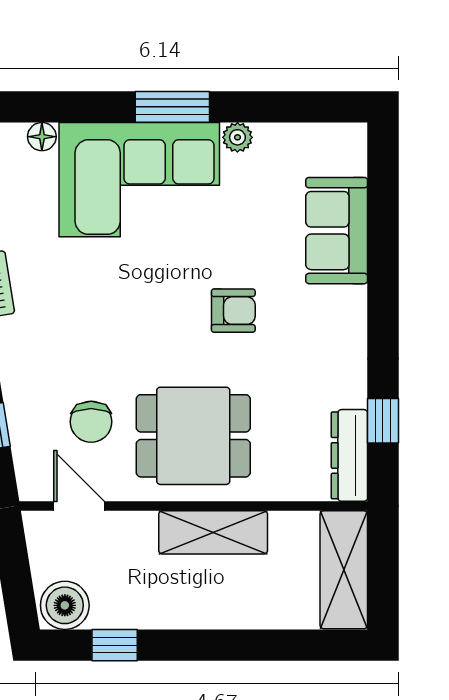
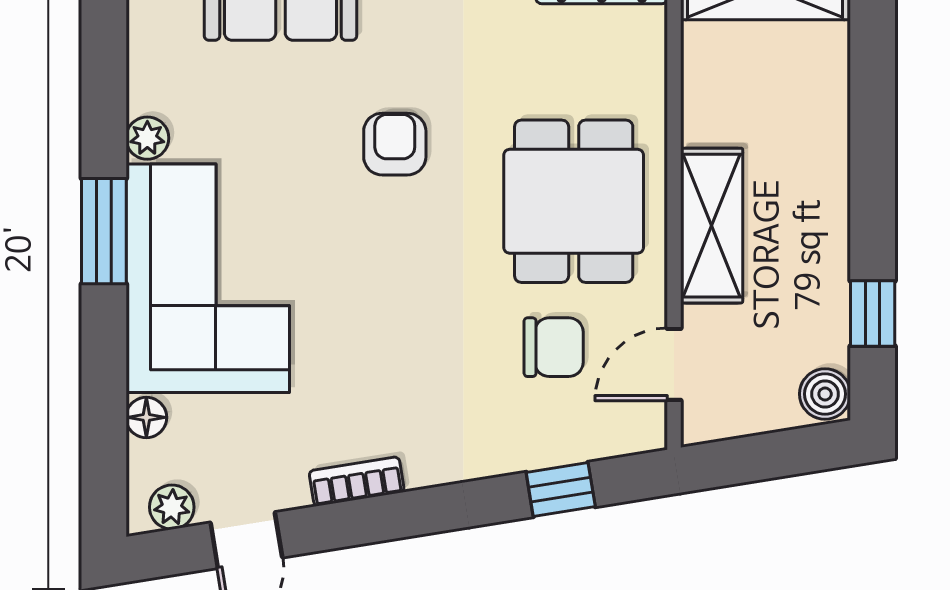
shelving: (213, 532) -> (712, 226), moved
boiler: (65, 605) -> (825, 394), width x0.73, depth x0.73

